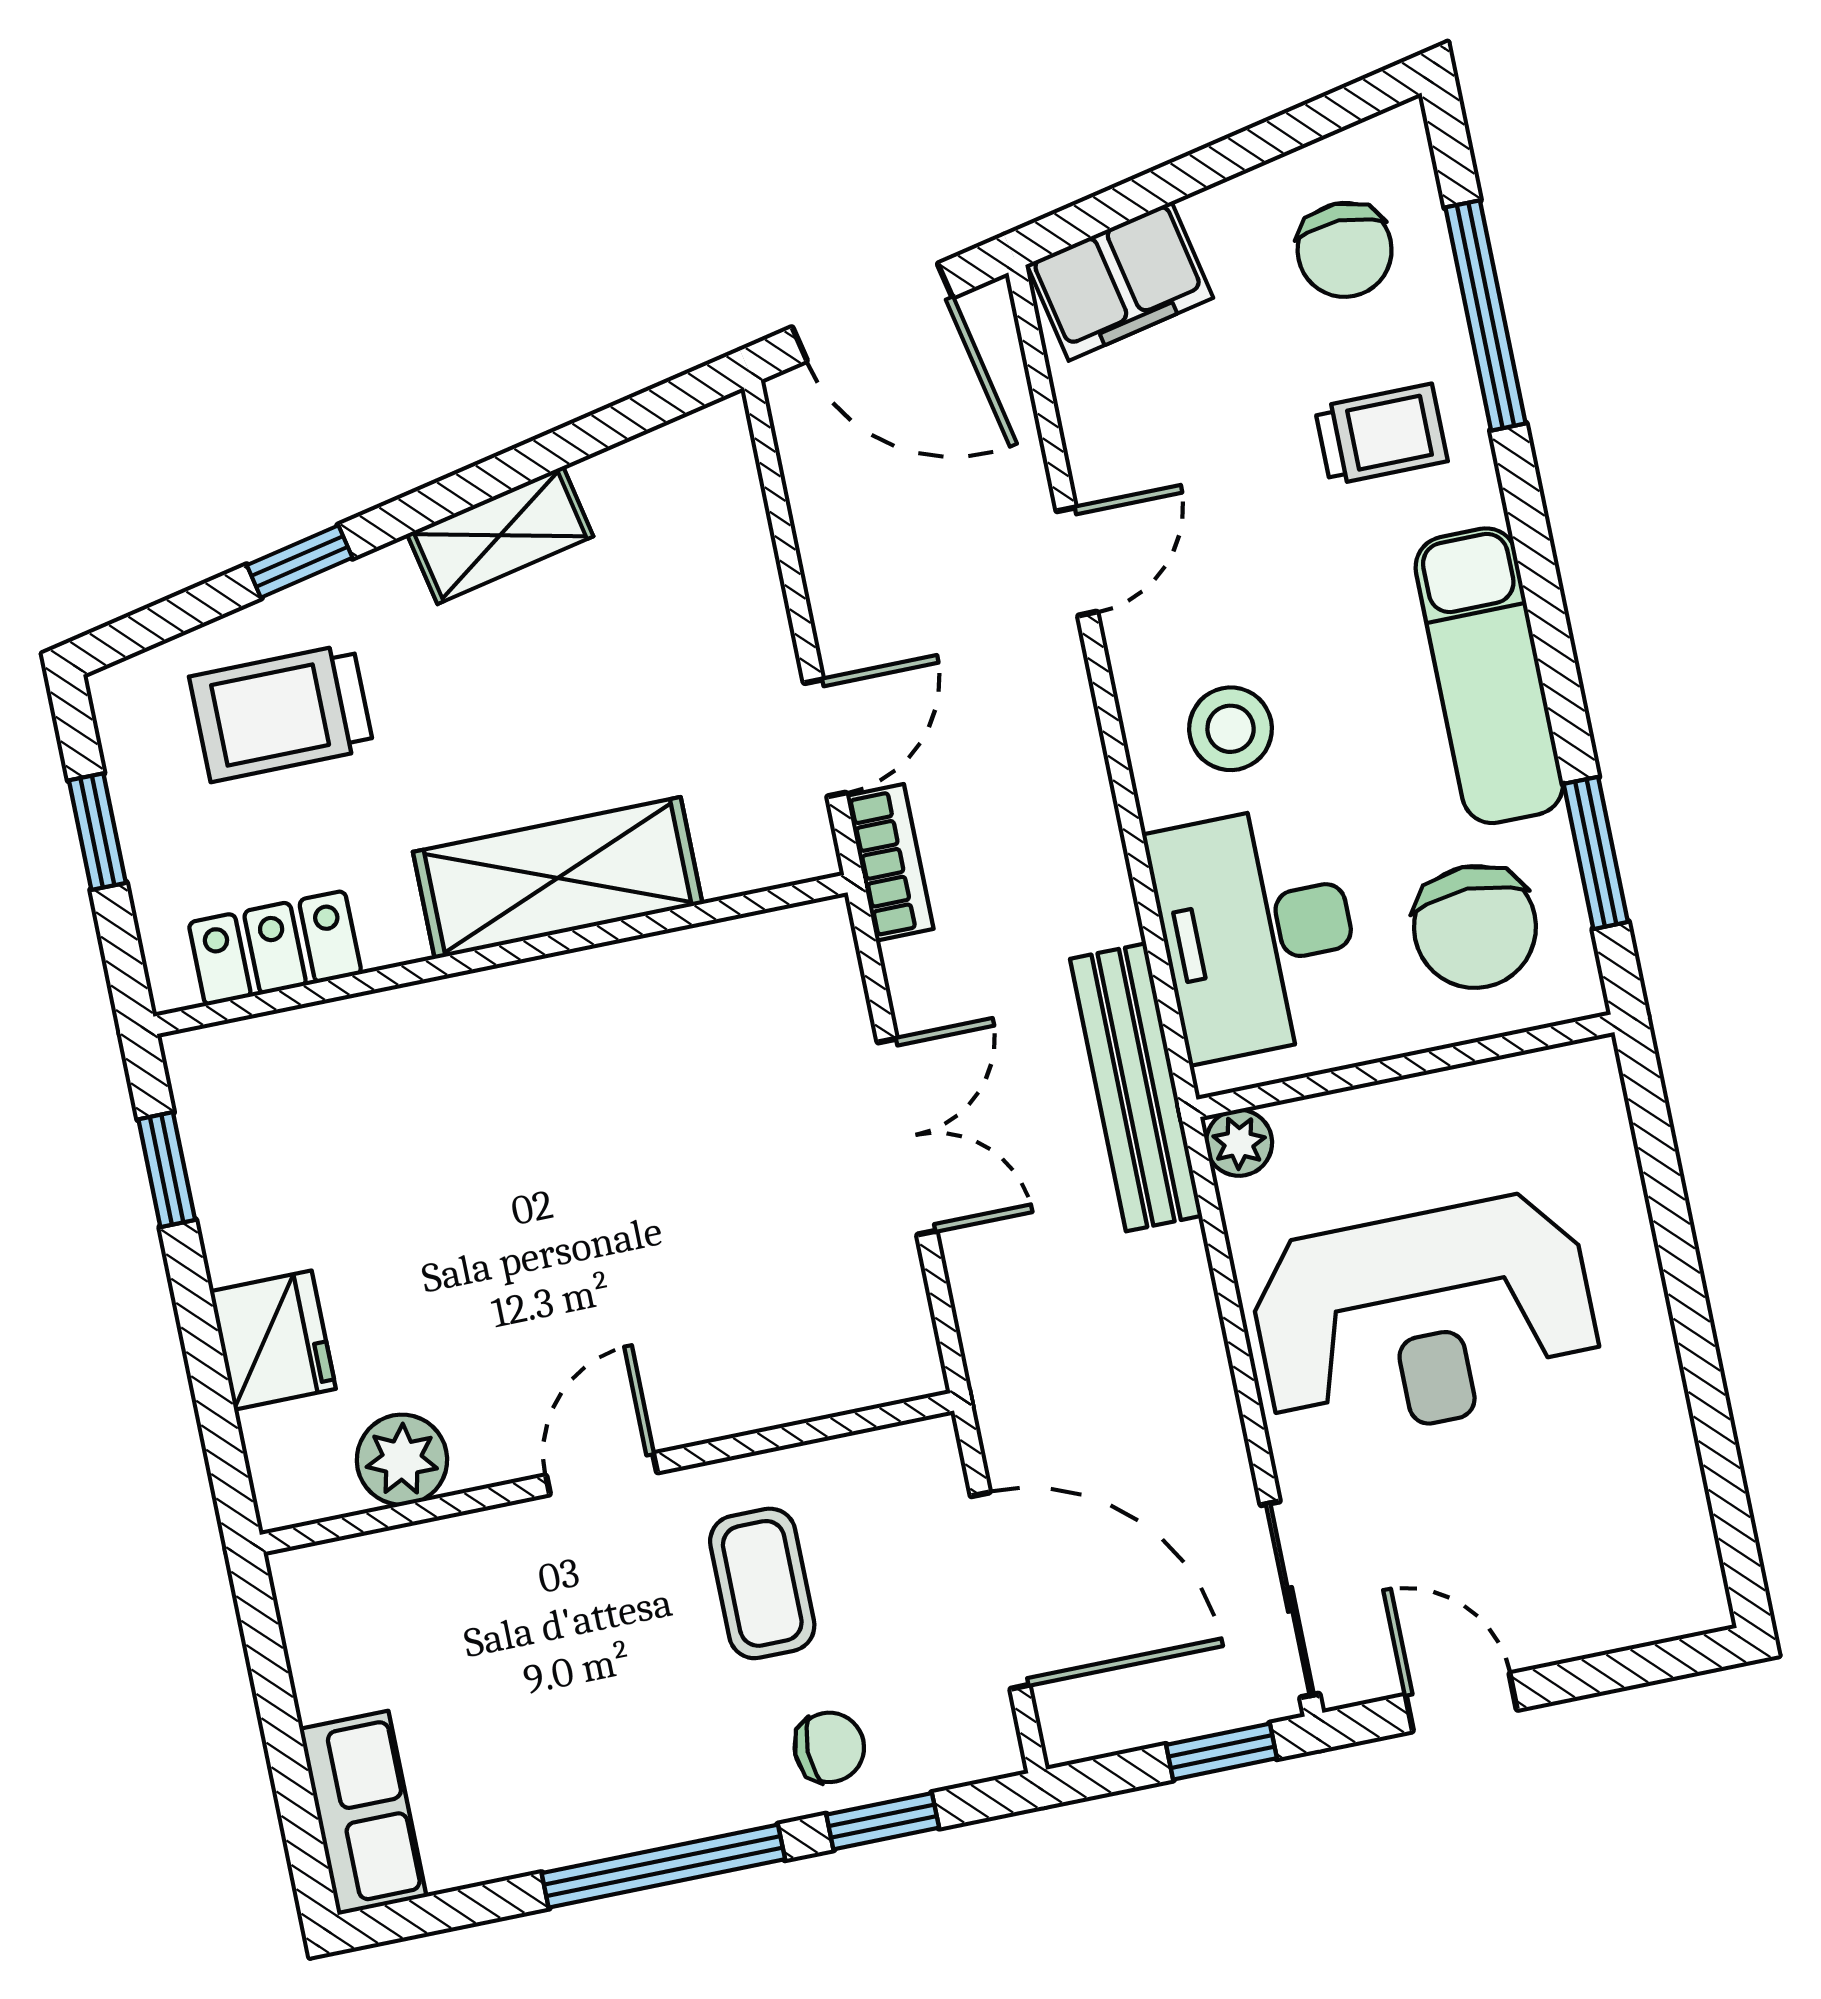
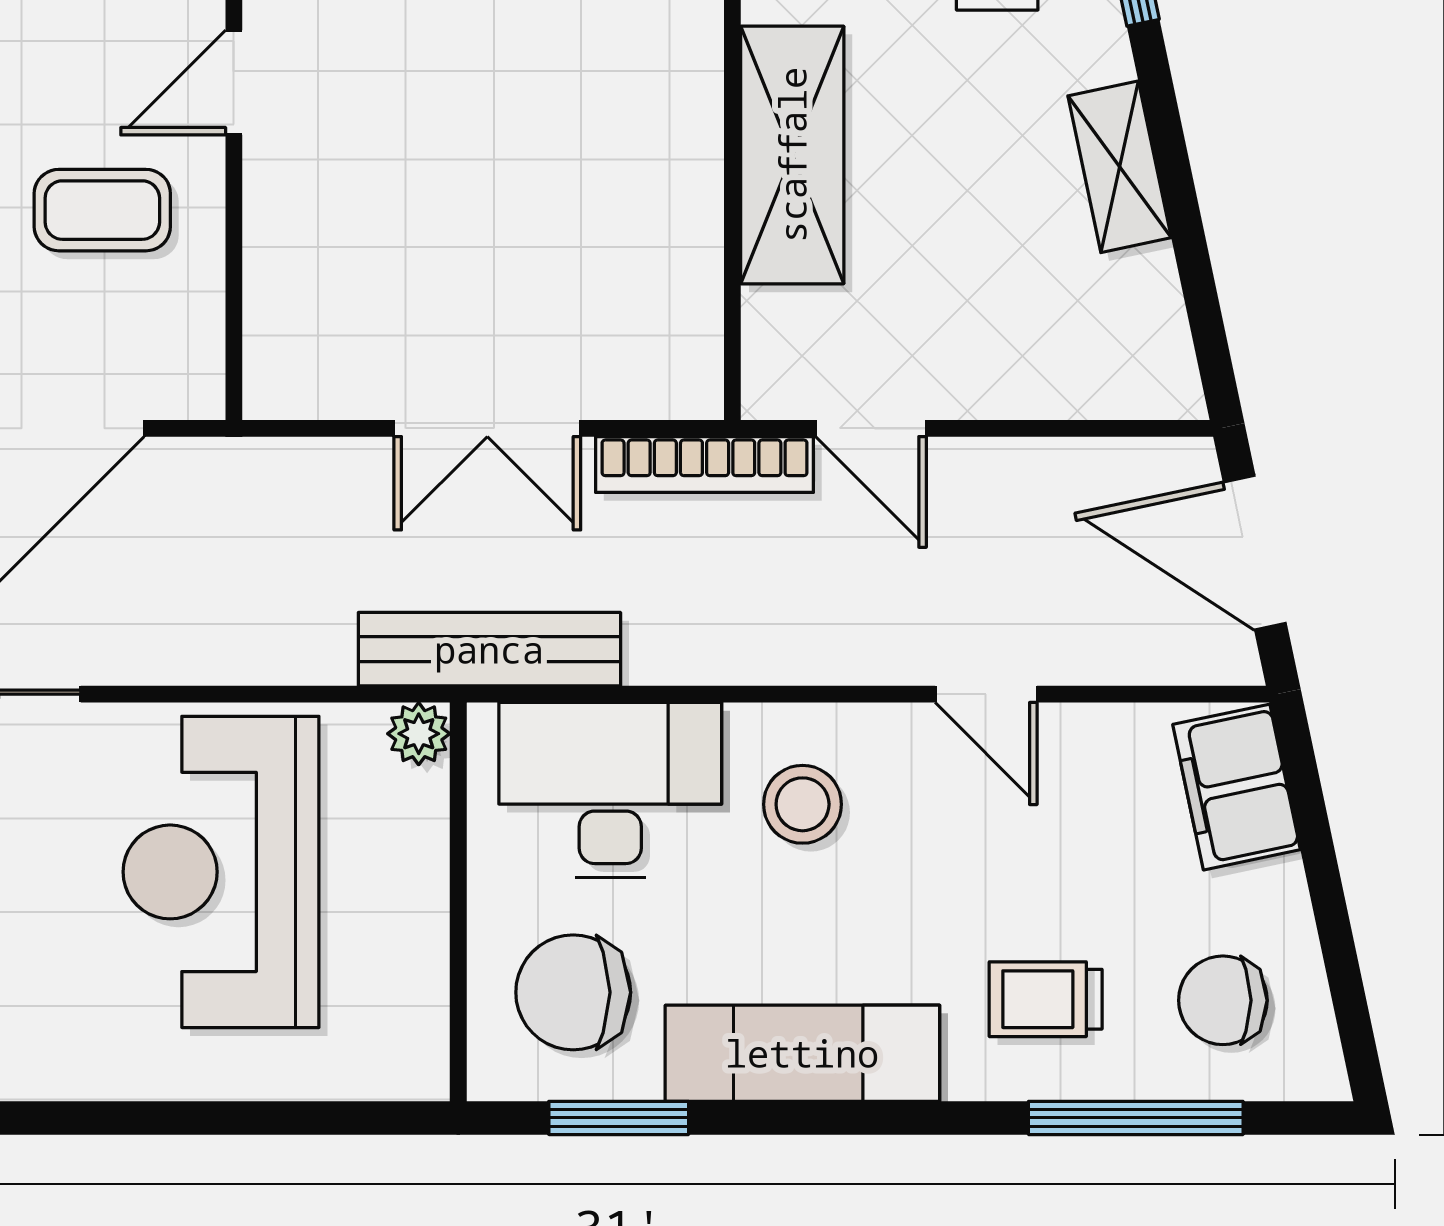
door: (872, 312) -> (1255, 553), hinge flipped
trolley: (1381, 434) -> (1046, 999), turned 90
bookcase: (890, 862) -> (705, 465), width x1.56
door: (602, 1474) -> (234, 82), swing flipped

